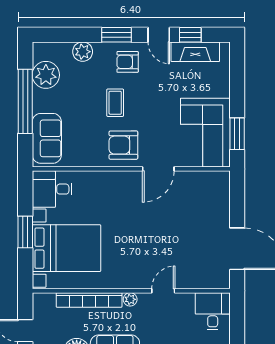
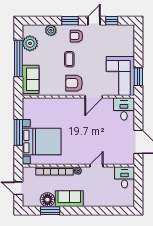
door: (159, 35) -> (94, 21), swing flipped
fireplace: (195, 52) -> (115, 30), removed
desk: (52, 189) -> (124, 109), moved, turned 90
window: (25, 232) -> (18, 132), width x1.44

